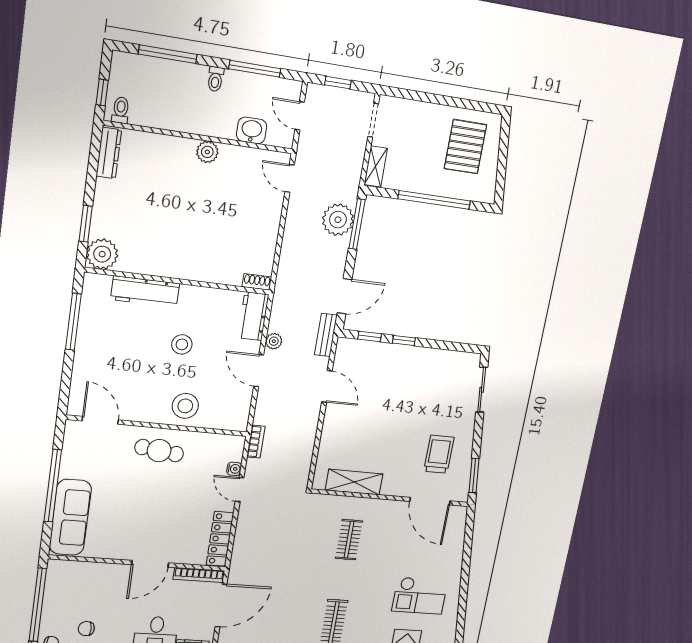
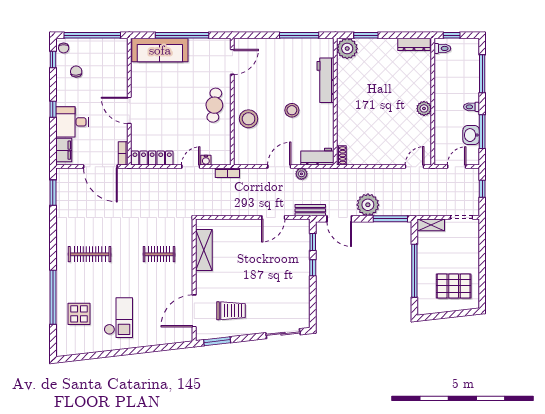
washbasin: (252, 130) -> (471, 135), moved, turned 180
plant: (338, 220) -> (368, 205), moved
bookcase: (199, 575) -> (123, 153), width x0.64
checkout: (420, 596) -> (118, 318), turned 180

